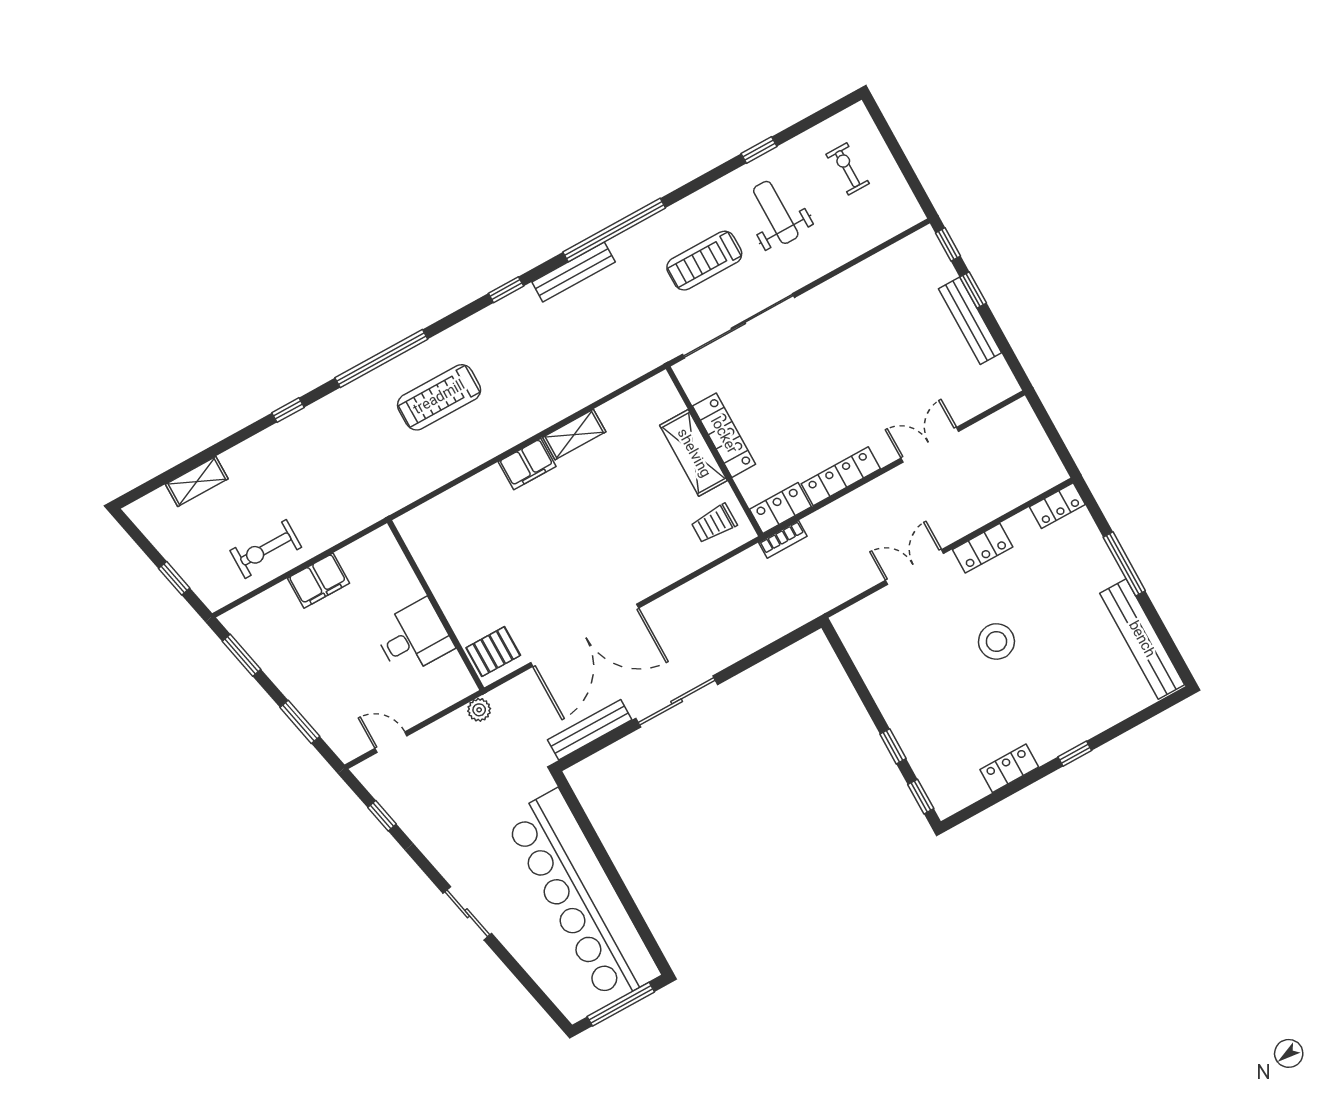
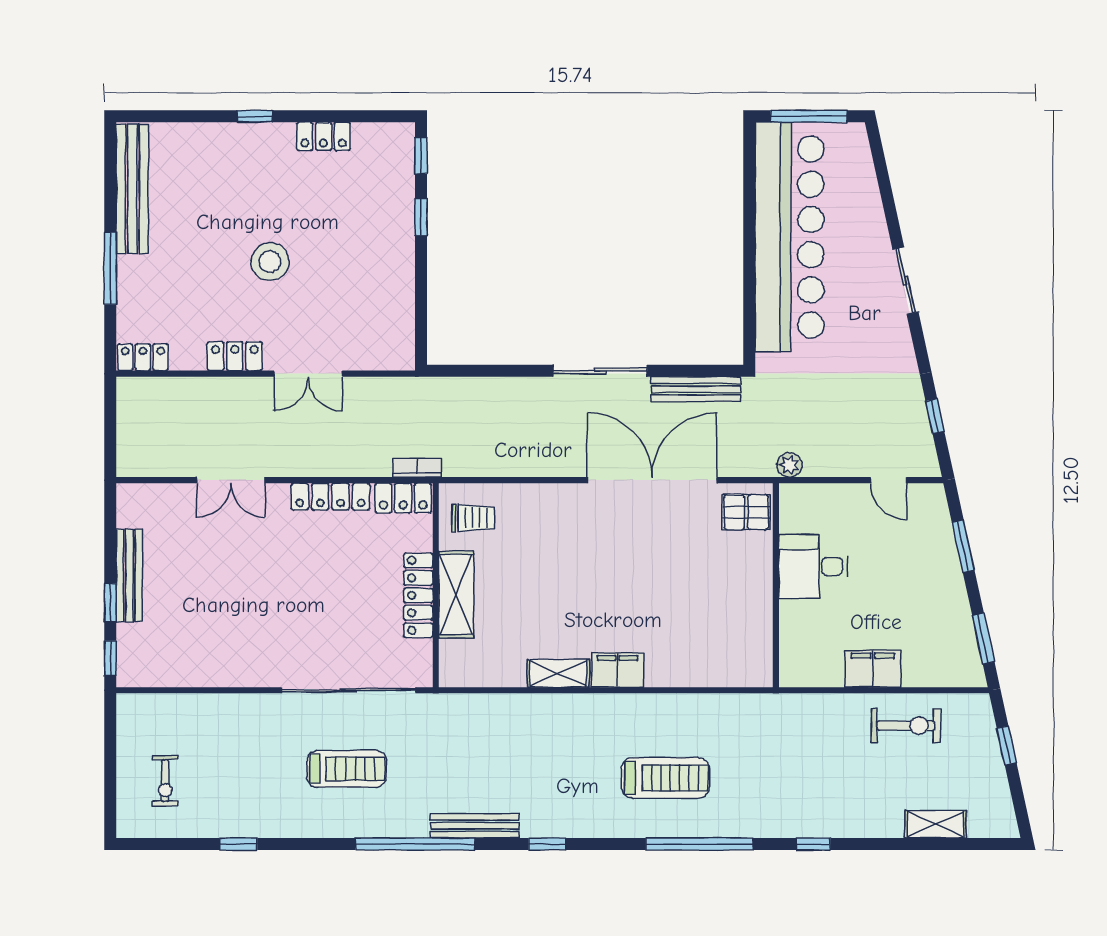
weight bench: (776, 212) -> (255, 777), removed

